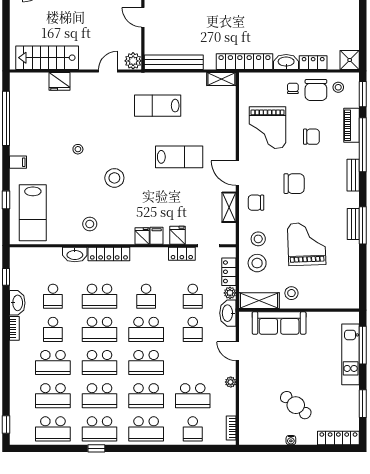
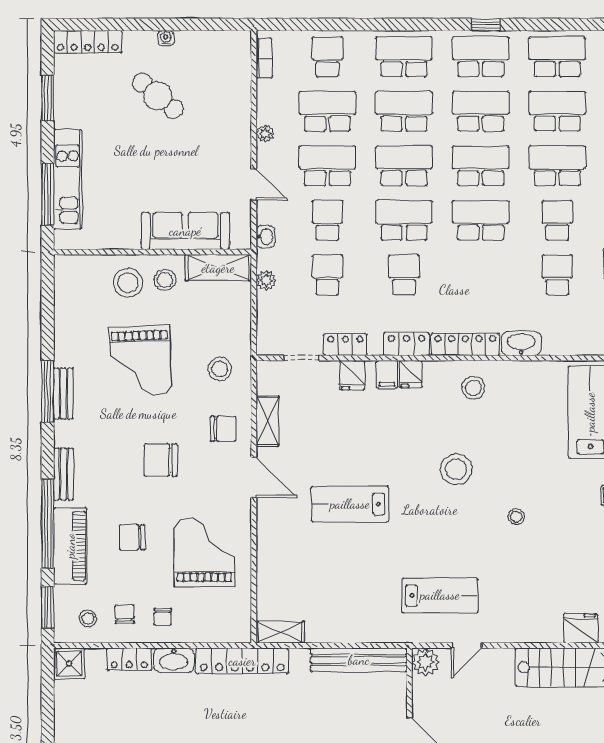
fridge: (60, 81) -> (581, 628), moved
chair: (316, 90) -> (125, 614), width x0.54, depth x0.54
lab bench: (158, 106) -> (440, 595), moved
piano: (352, 125) -> (70, 546), width x1.37, depth x1.33
stool: (90, 224) -> (473, 388), moved
stool: (257, 263) -> (128, 283), moved
locker: (229, 272) -> (406, 344), moved, turned -90
school desk: (100, 296) -> (327, 166), moved
washbasin: (228, 313) -> (265, 237), width x0.52, depth x0.69

